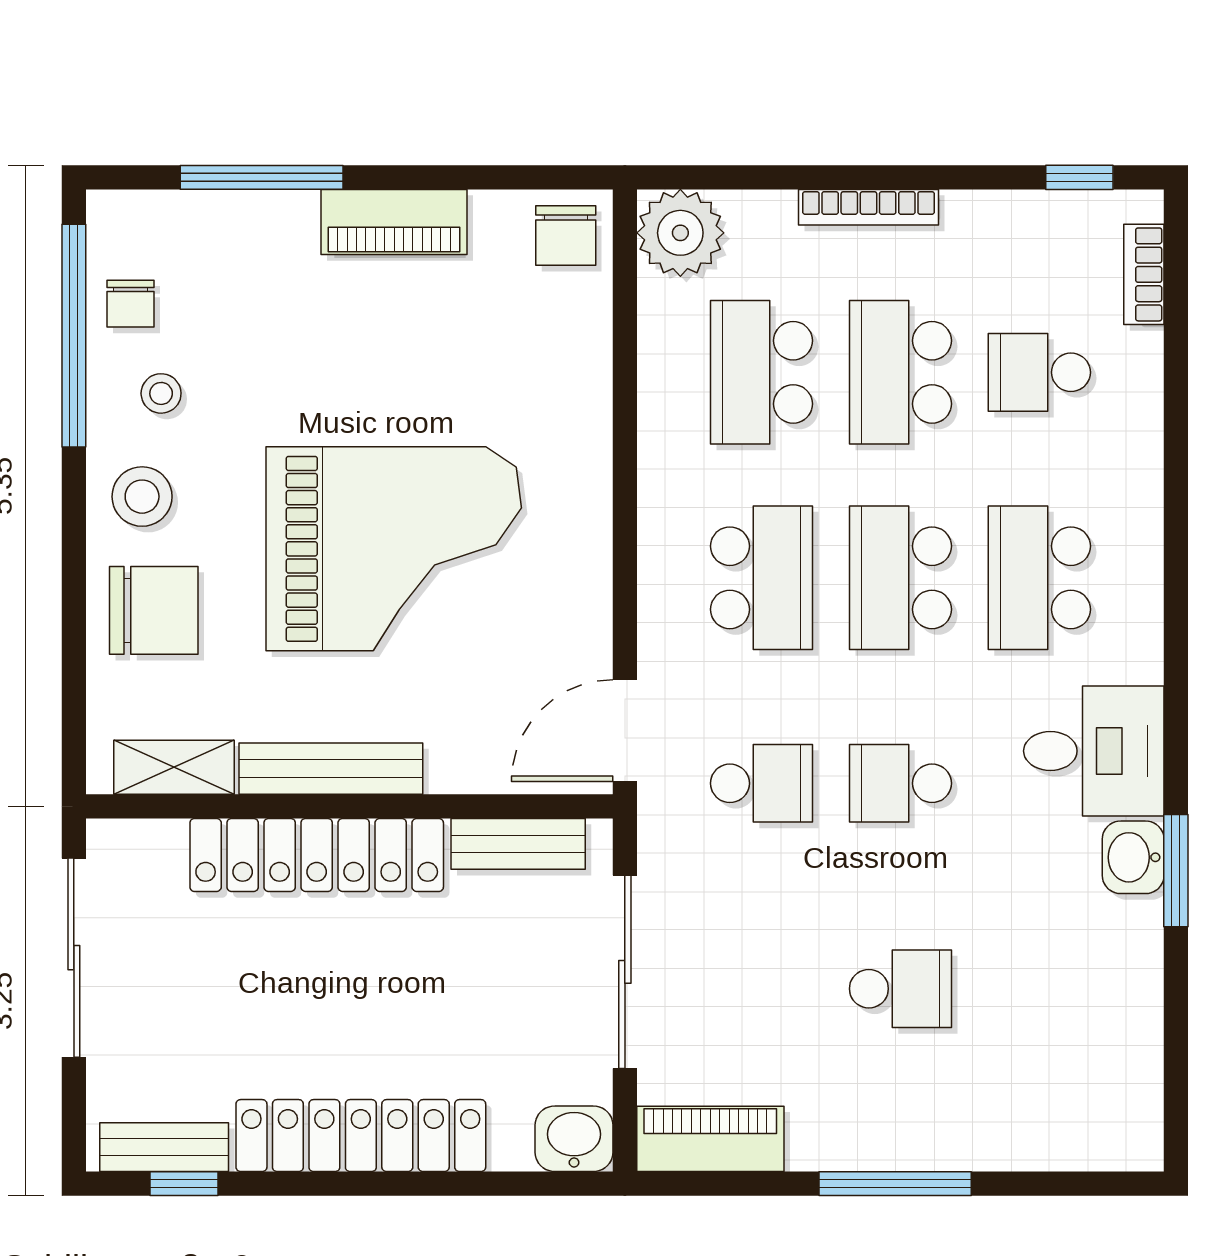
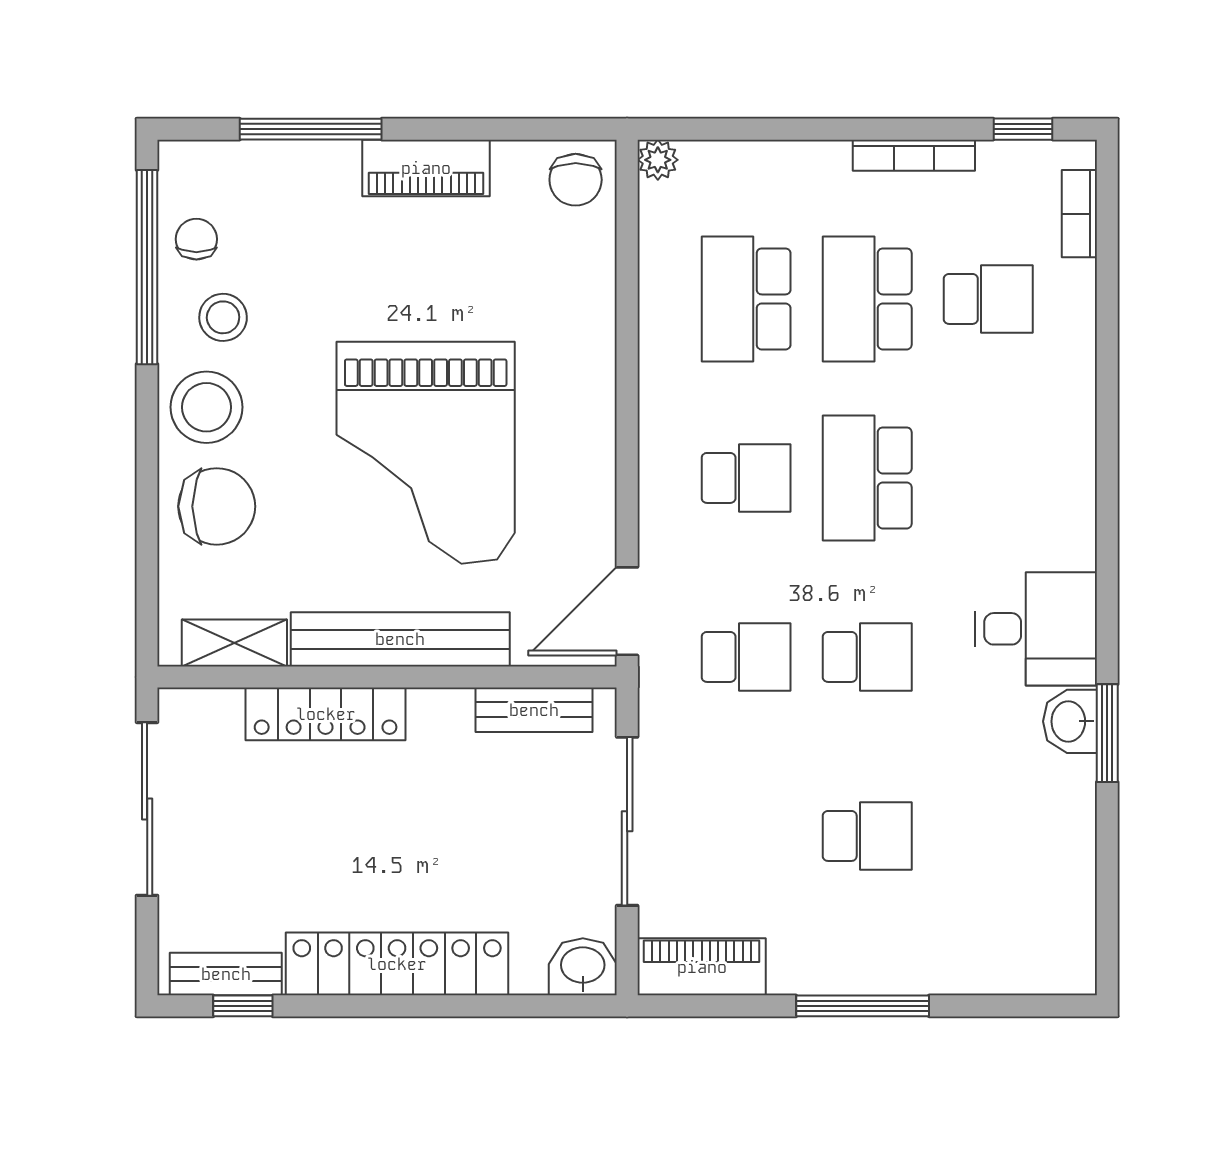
bookcase: (868, 207) -> (914, 155), moved
plant: (680, 233) -> (658, 160), width x0.53, depth x0.53
chair: (131, 304) -> (196, 239), turned 180
school desk: (1039, 372) -> (988, 299), turned 180
stool: (161, 393) -> (223, 317), width x1.37, depth x1.37
stool: (142, 497) -> (206, 407), width x1.38, depth x1.38
grand piano: (394, 549) -> (426, 453), turned 90
school desk: (761, 578) -> (746, 478), width x0.54
school desk: (1039, 578) -> (988, 478), removed
bench: (331, 769) -> (400, 639), width x1.37, depth x1.21
school desk: (900, 783) -> (867, 657), turned 180
locker: (317, 855) -> (326, 714), width x0.71, depth x0.83

